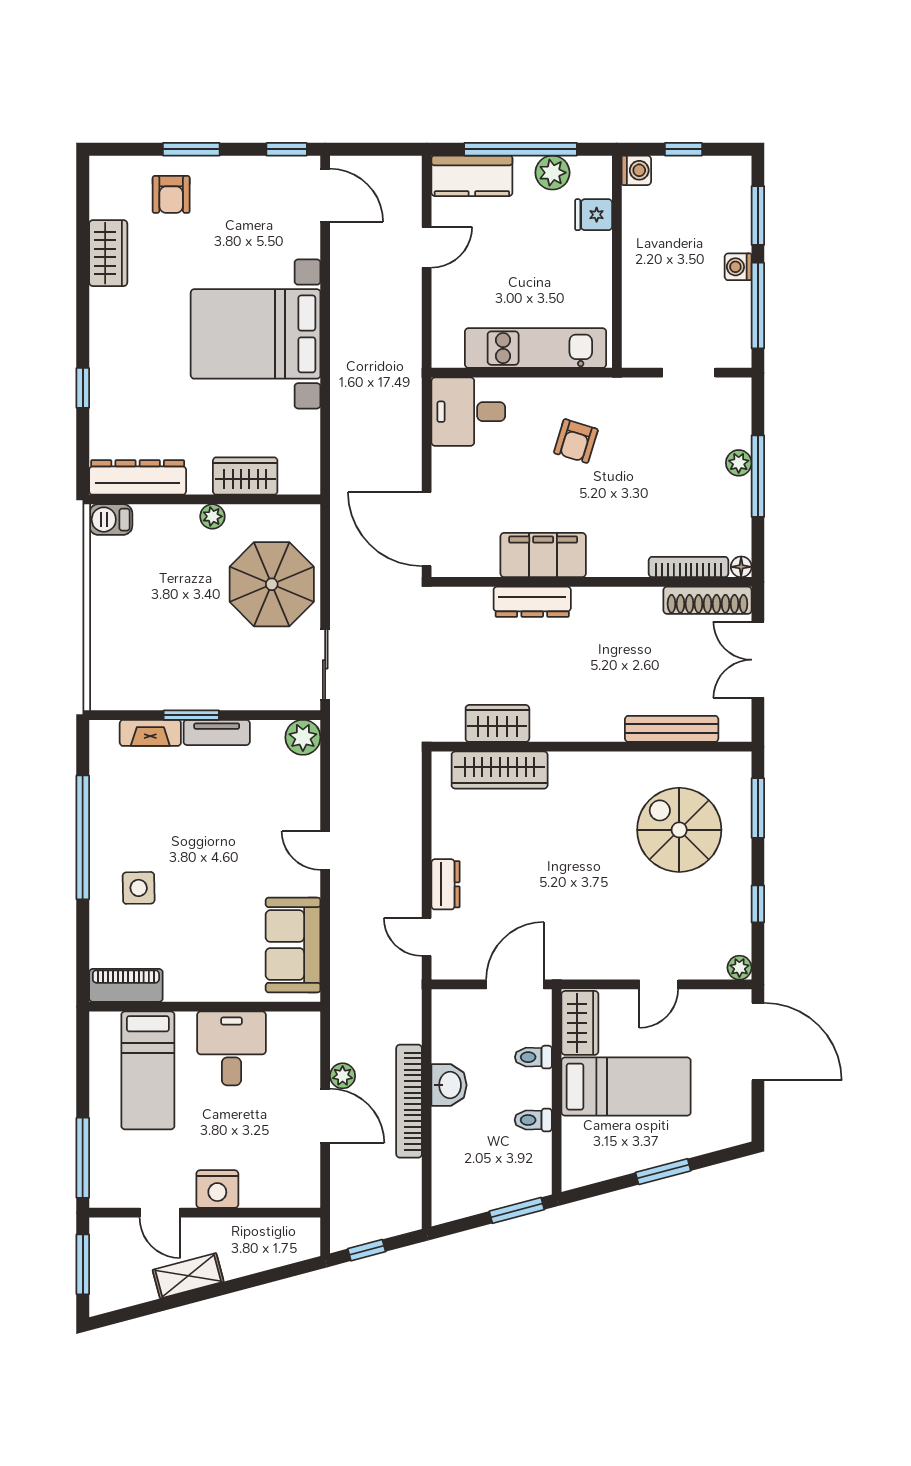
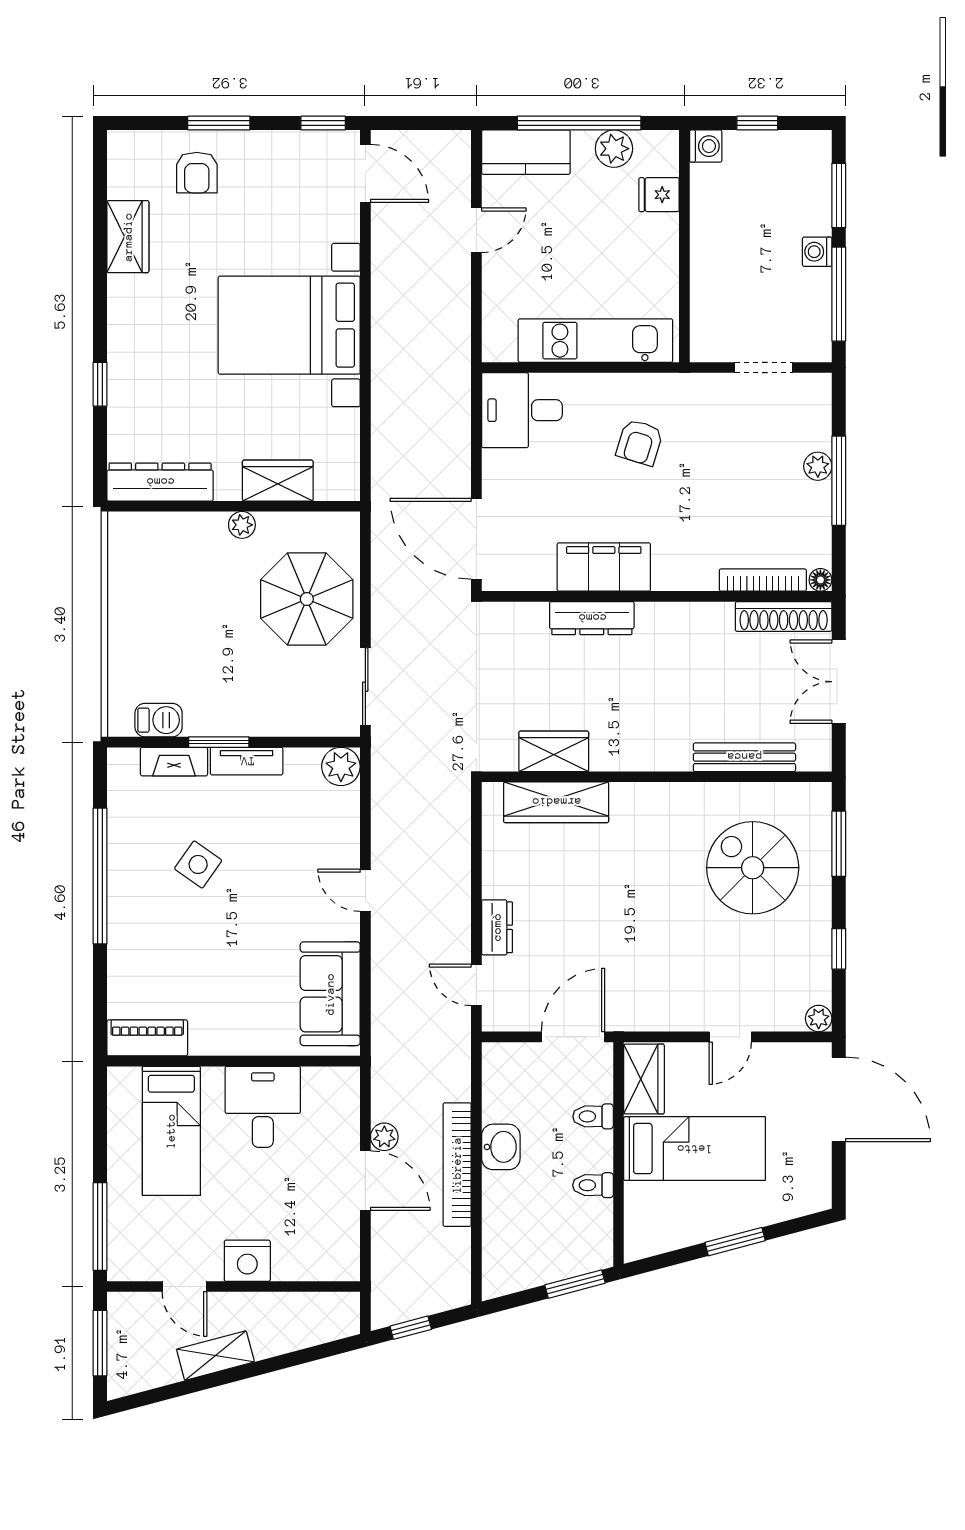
barbecue: (111, 520) -> (159, 720), moved, turned 180
side table: (139, 888) -> (198, 864), moved, turned 36

